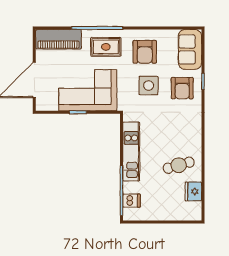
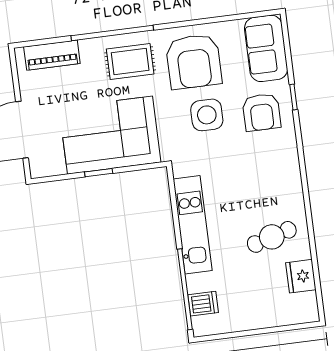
piano: (59, 39) -> (52, 55), width x0.73, depth x0.75
armchair: (145, 52) -> (194, 61), width x1.36, depth x1.36

